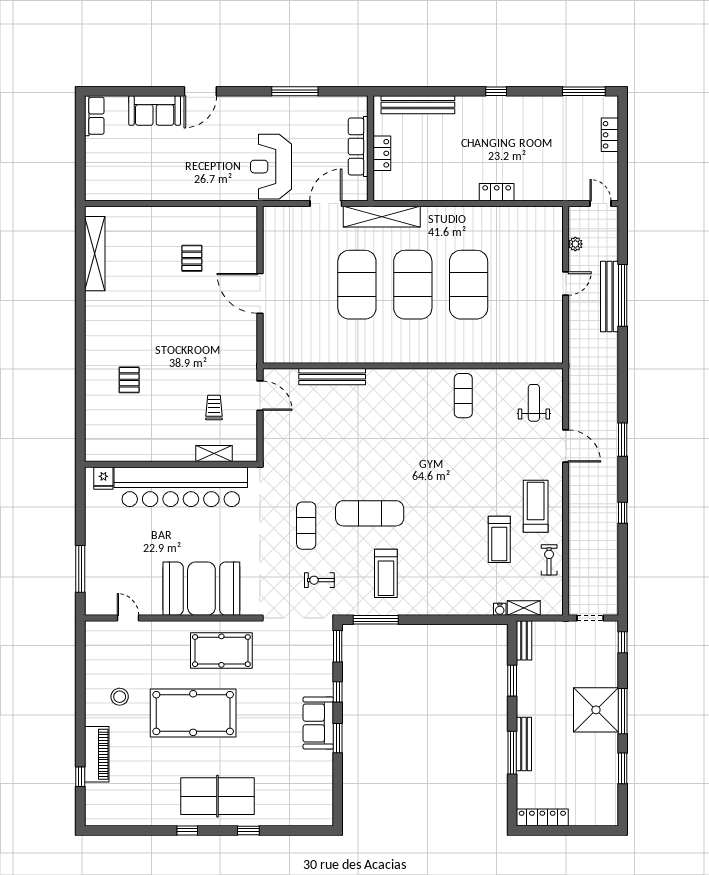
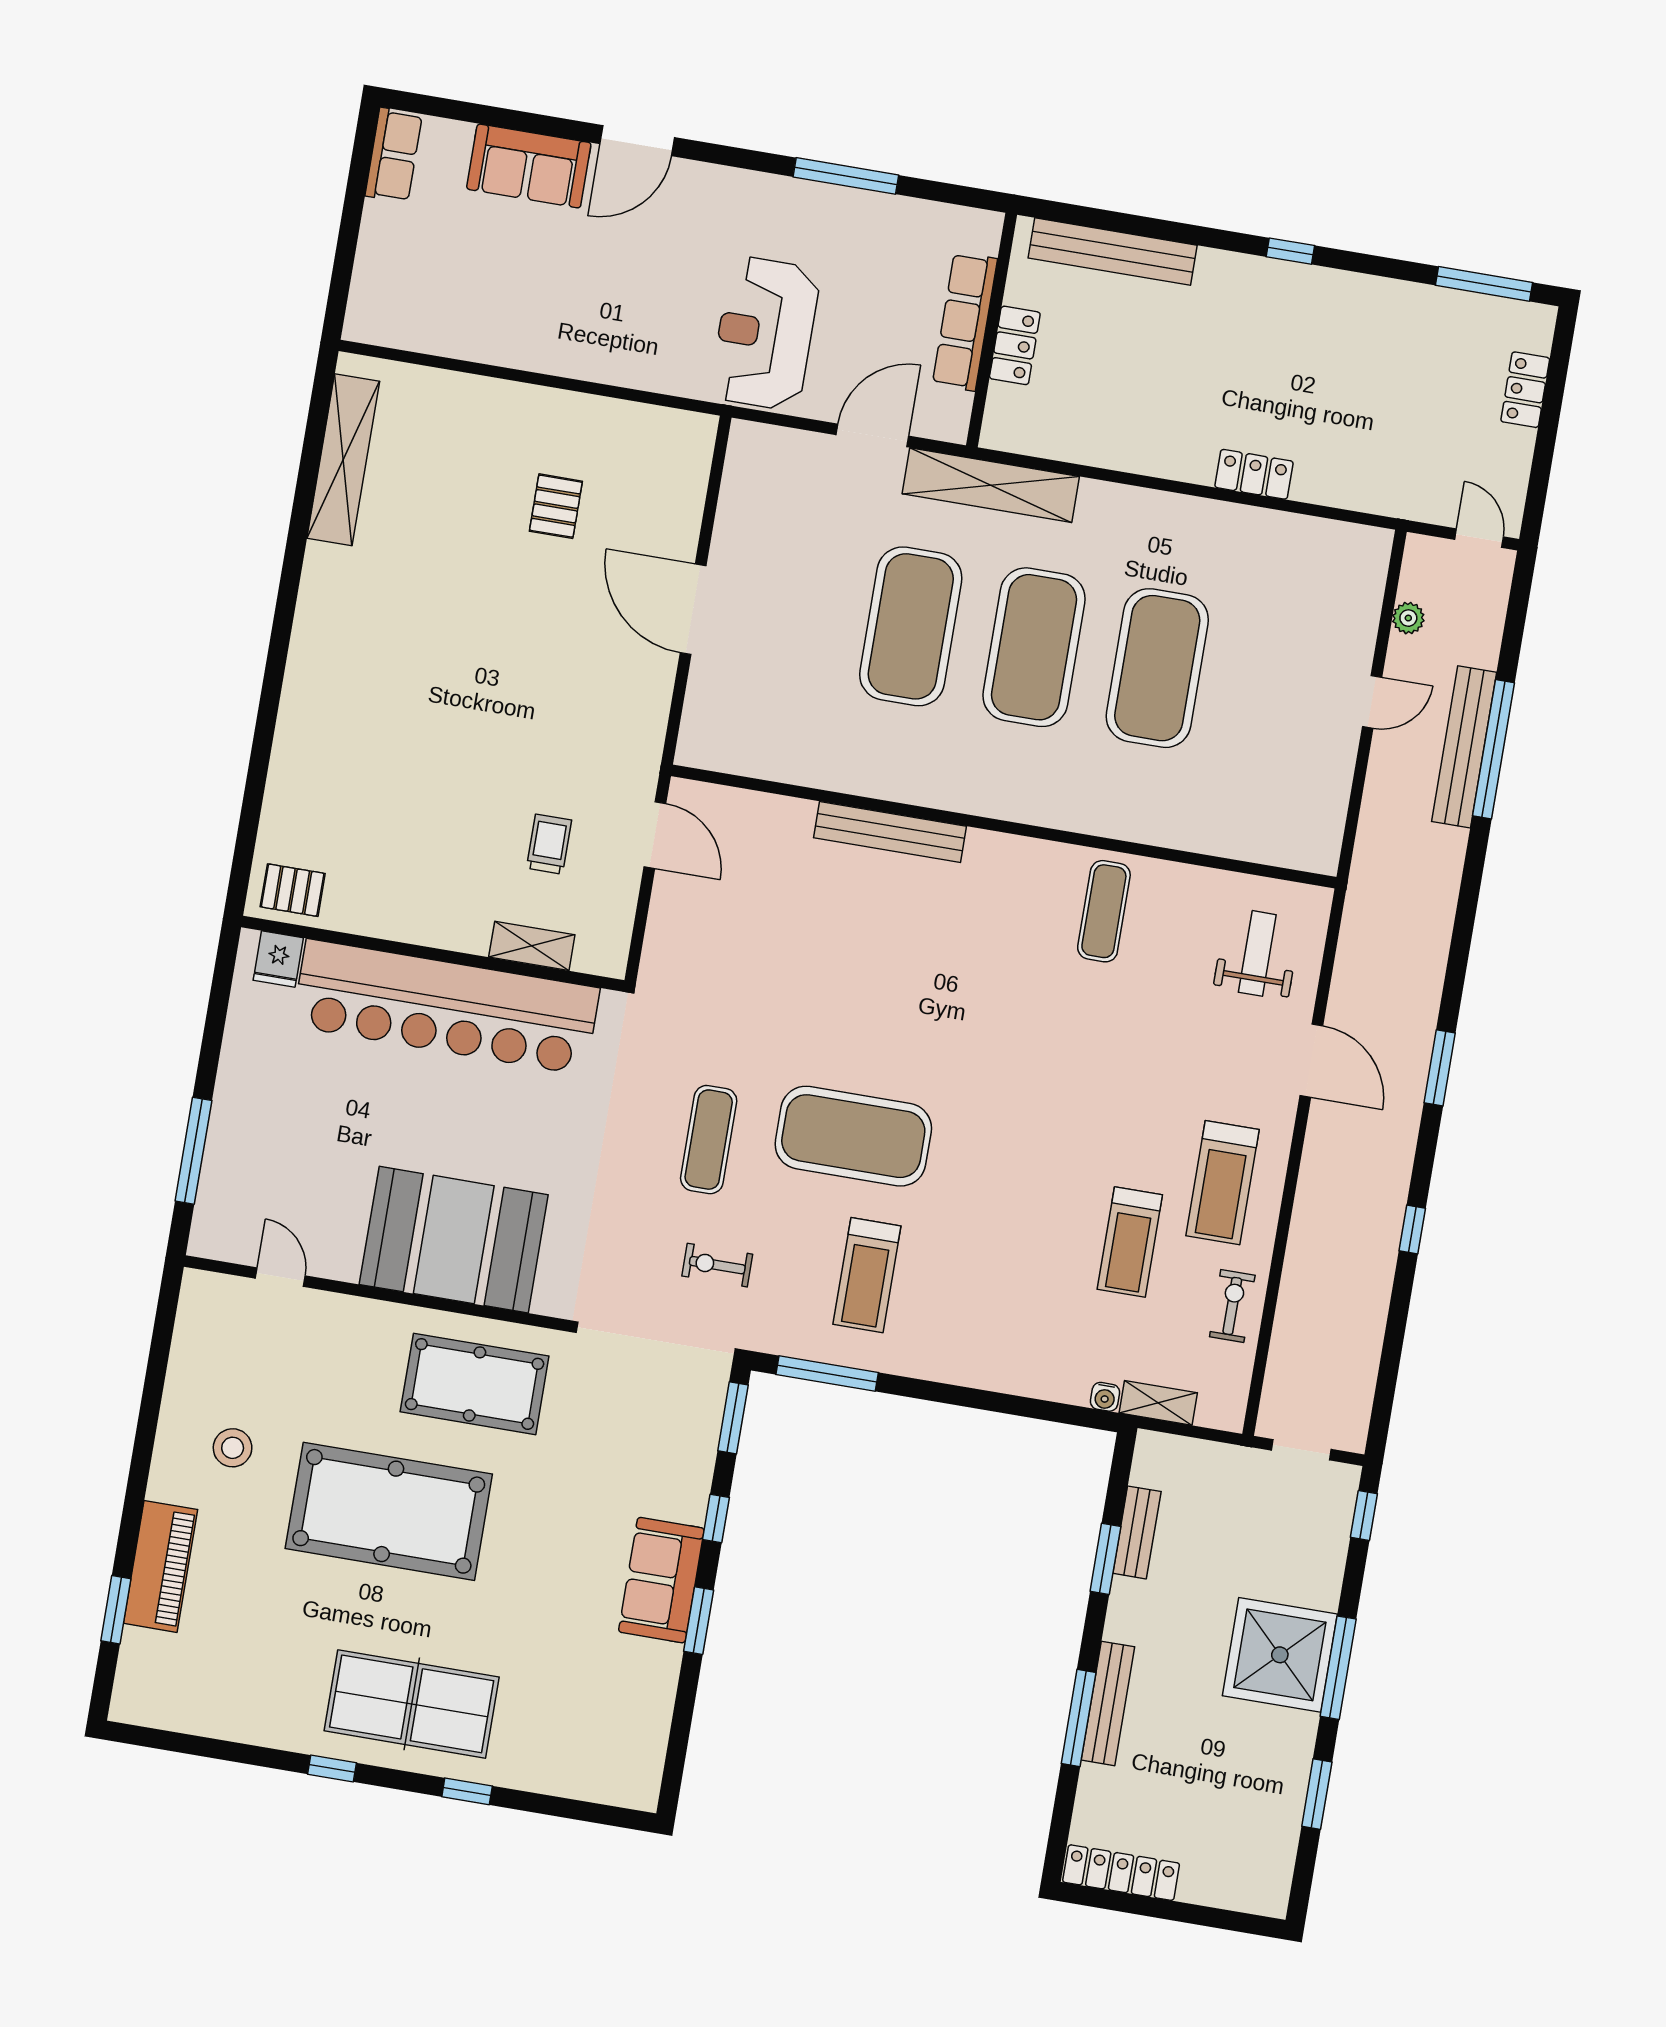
bench: (332, 377) -> (890, 832), moved
pallet: (129, 380) -> (293, 890), moved, turned 90
treadmill: (536, 506) -> (1223, 1183), turned 180
exercise mat: (370, 513) -> (853, 1136), width x1.47
bench: (524, 640) -> (1137, 1532), moved
window: (80, 777) -> (116, 1610), width x1.50

